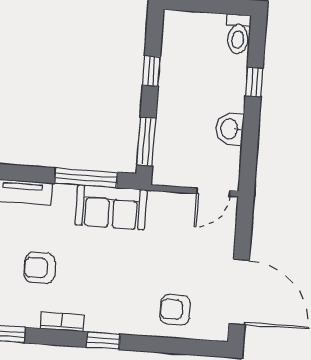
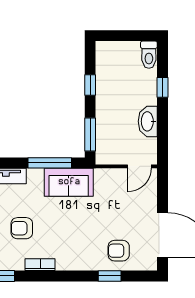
washbasin: (230, 129) -> (148, 121), width x1.38
window: (103, 341) -> (110, 276), moved

